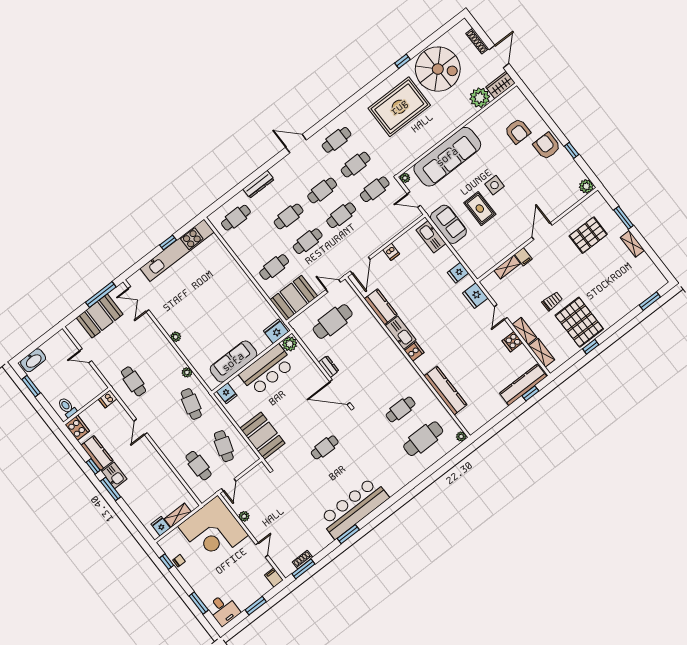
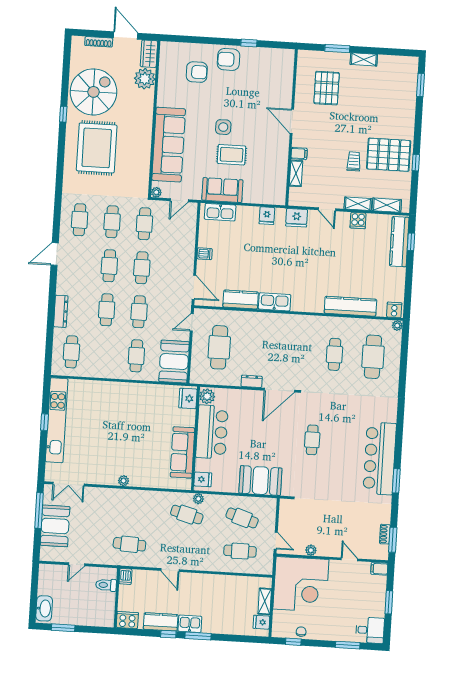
plant: (586, 186) -> (287, 56), removed
cooker: (414, 352) -> (394, 310), moved
plant: (187, 372) -> (198, 499), moved
toilet: (67, 407) -> (106, 585), moved

